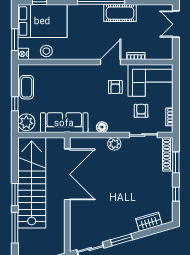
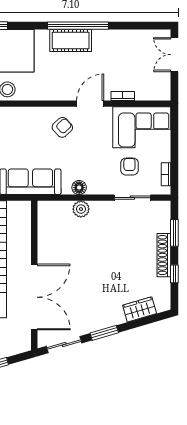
cot: (120, 13) -> (71, 40), moved
armchair: (115, 87) -> (62, 127), moved, turned -133
plant: (114, 144) -> (81, 209), moved
shoe rack: (168, 154) -> (164, 255), moved
double door: (67, 174) -> (34, 297), moved

